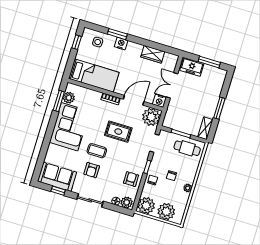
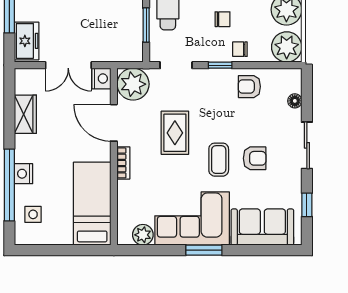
window: (117, 34) -> (9, 185), width x2.11
window: (77, 42) -> (44, 250), removed
window: (59, 101) -> (204, 250), moved
sofa: (57, 177) -> (262, 227), moved, turned 90
plant: (127, 202) -> (292, 82), removed

